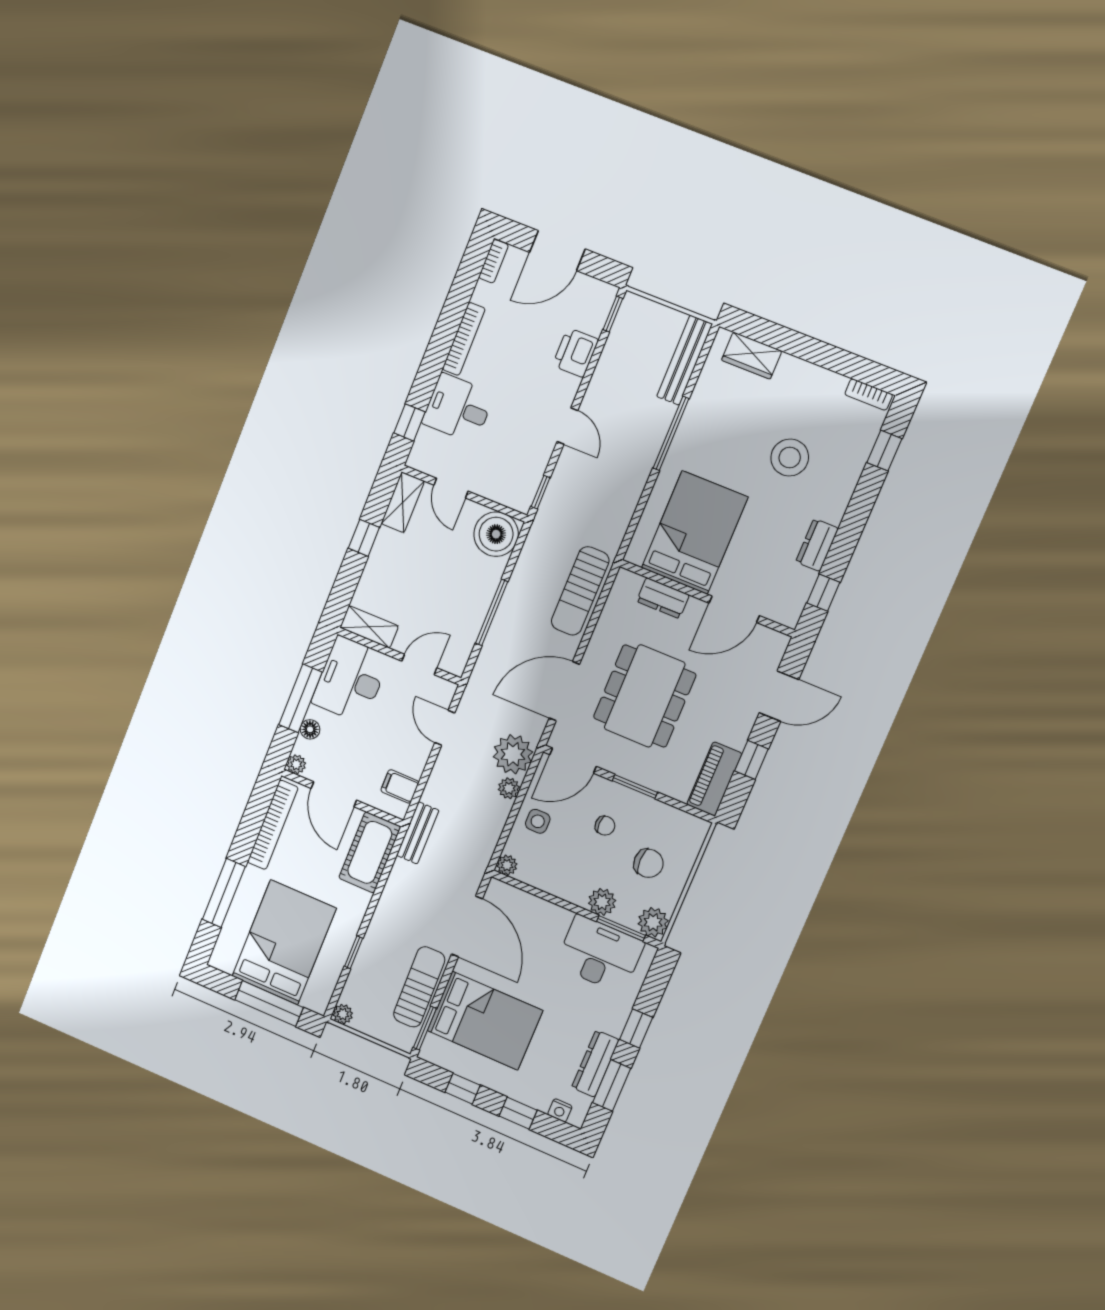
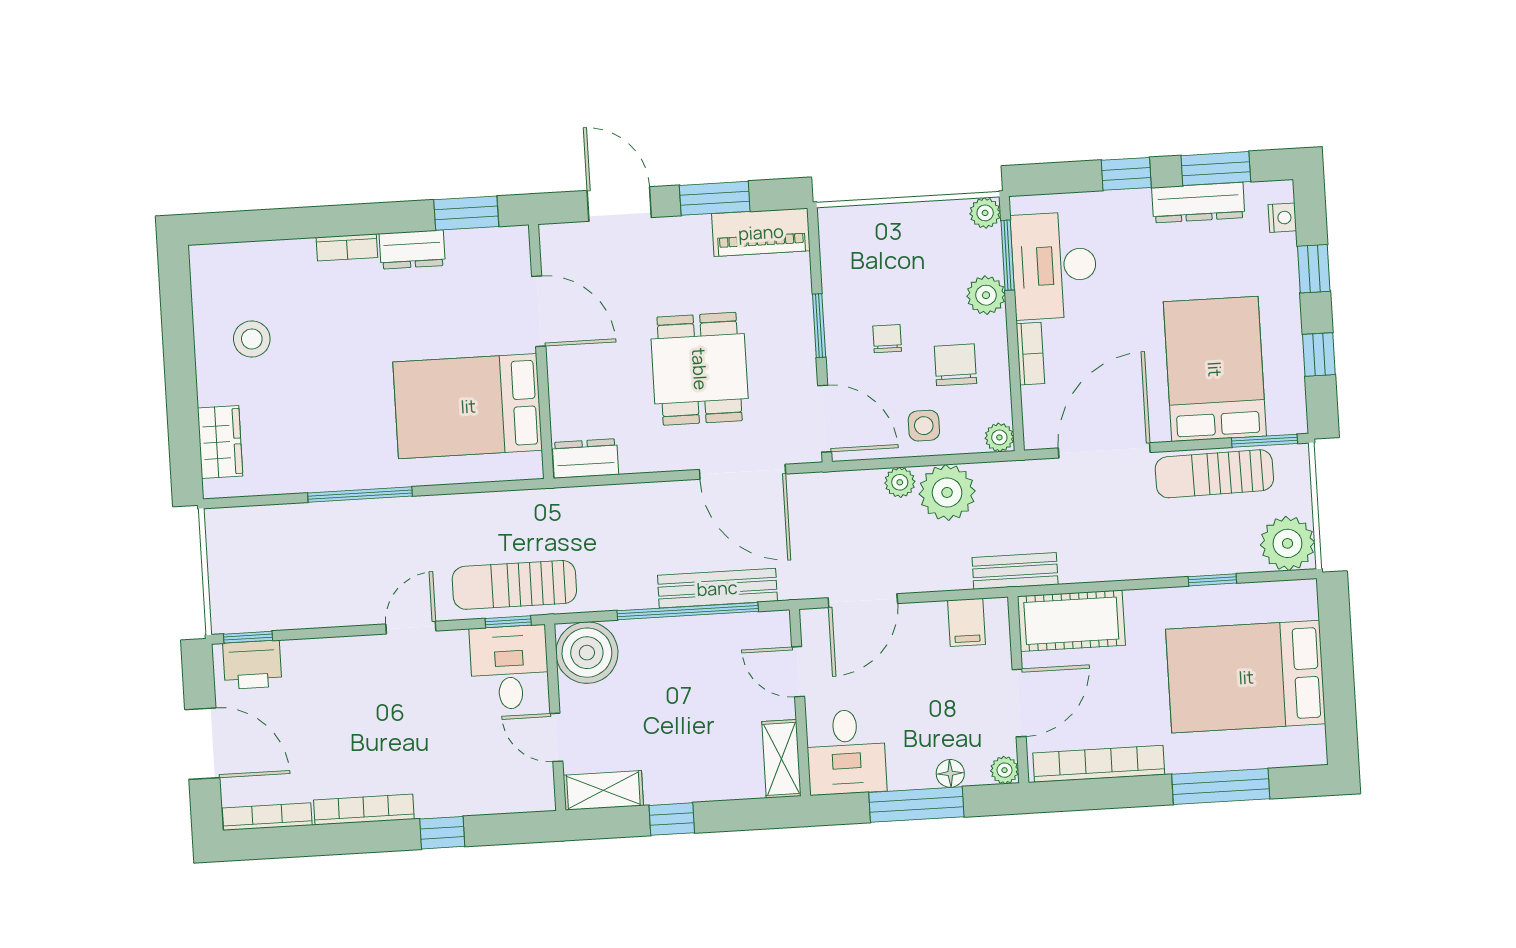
bookcase: (493, 261) -> (267, 817), width x1.56
printer: (575, 352) -> (252, 665), moved
bench: (685, 360) -> (717, 588), moved
bookcase: (869, 394) -> (347, 247), moved, turned 90
desk: (458, 408) -> (509, 667), moved, turned 180
window: (409, 422) -> (442, 833), moved
window: (884, 451) -> (260, 225), removed
stool: (790, 458) -> (252, 339), moved, width x0.73, depth x0.73
door: (451, 488) -> (556, 737), swing flipped
sun lounger: (580, 591) -> (514, 585), moved, turned 180
window: (823, 593) -> (466, 213), width x1.50
dresser: (663, 598) -> (586, 458), moved, turned -90
window: (492, 612) -> (688, 611), width x1.46
desk: (351, 680) -> (846, 752), width x0.73
dining table: (645, 696) -> (700, 369), width x0.73
door: (445, 728) -> (863, 601), width x1.38
plant: (513, 754) -> (947, 492), moved
window: (751, 760) -> (715, 198), width x1.50
chair: (649, 863) -> (955, 365), moved
bookcase: (551, 911) -> (1030, 354), added
plant: (653, 922) -> (985, 213), width x0.73, depth x0.73
window: (269, 1004) -> (1337, 658), removed
plant: (343, 1014) -> (1287, 543), width x1.87, depth x1.87

